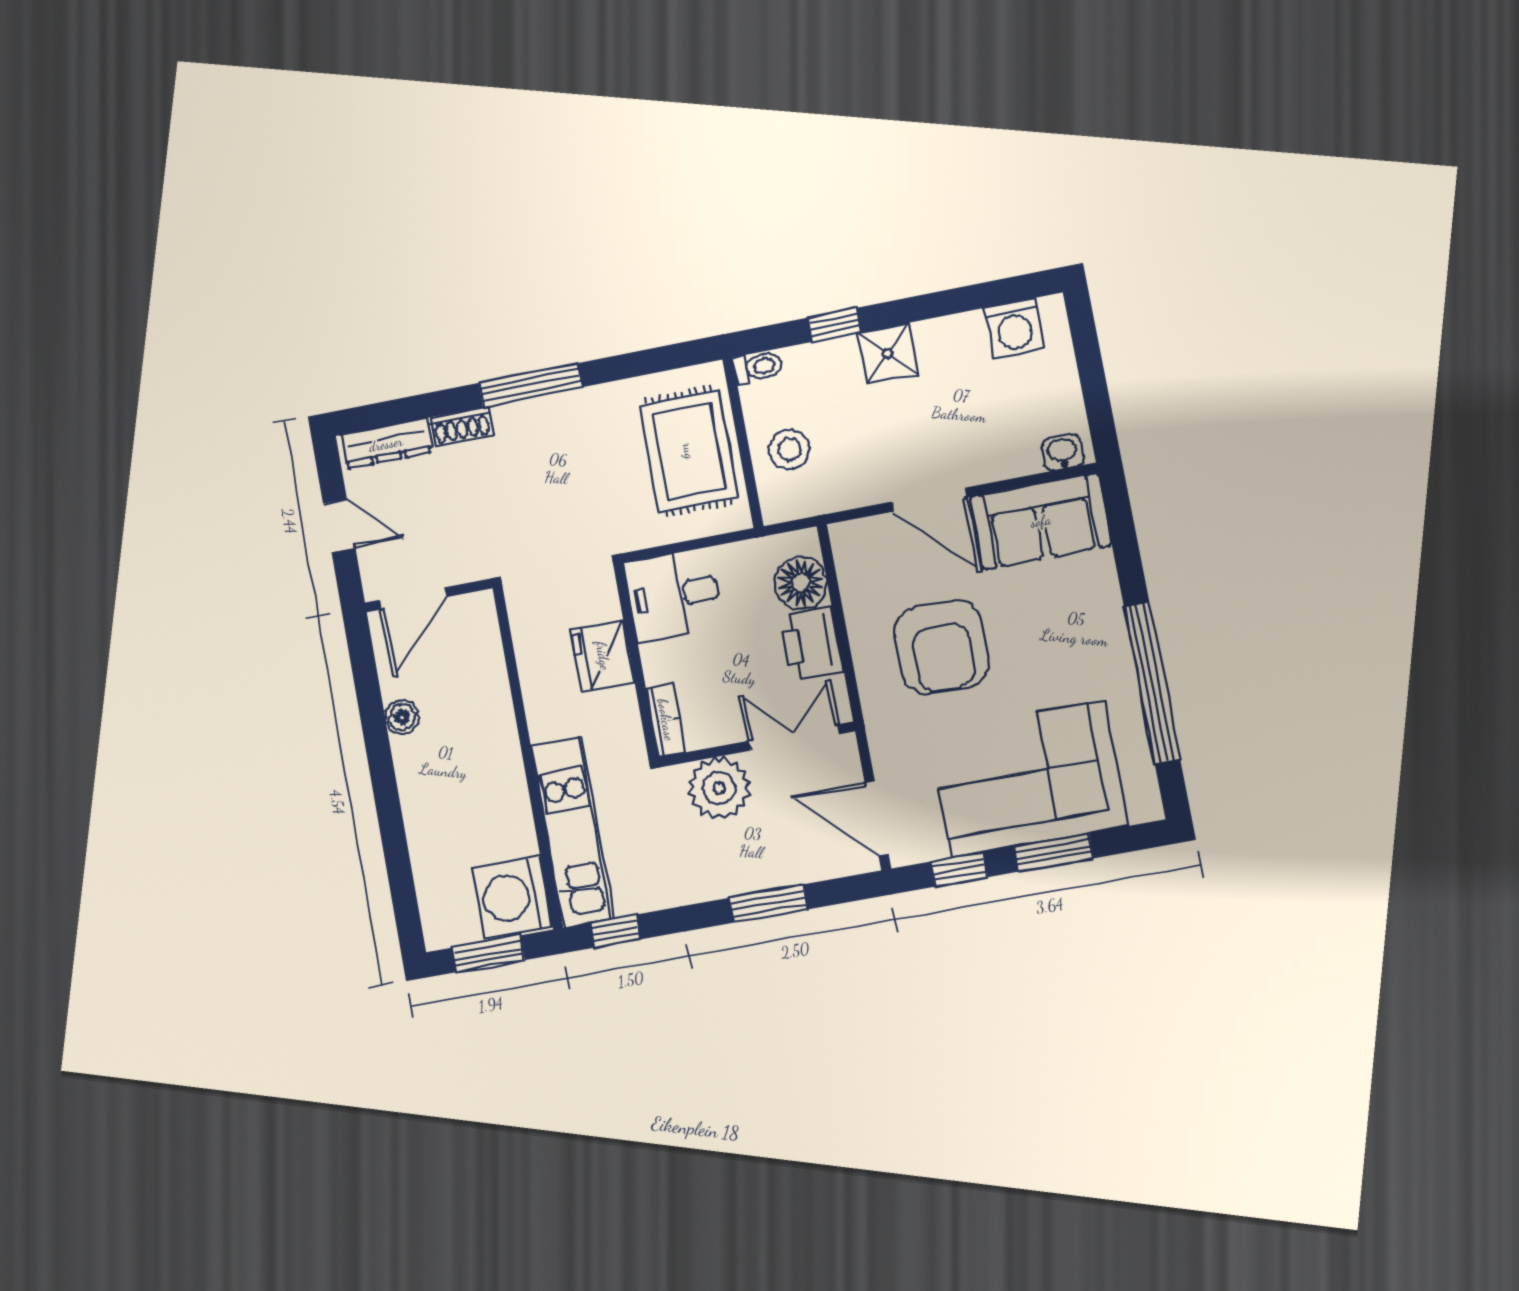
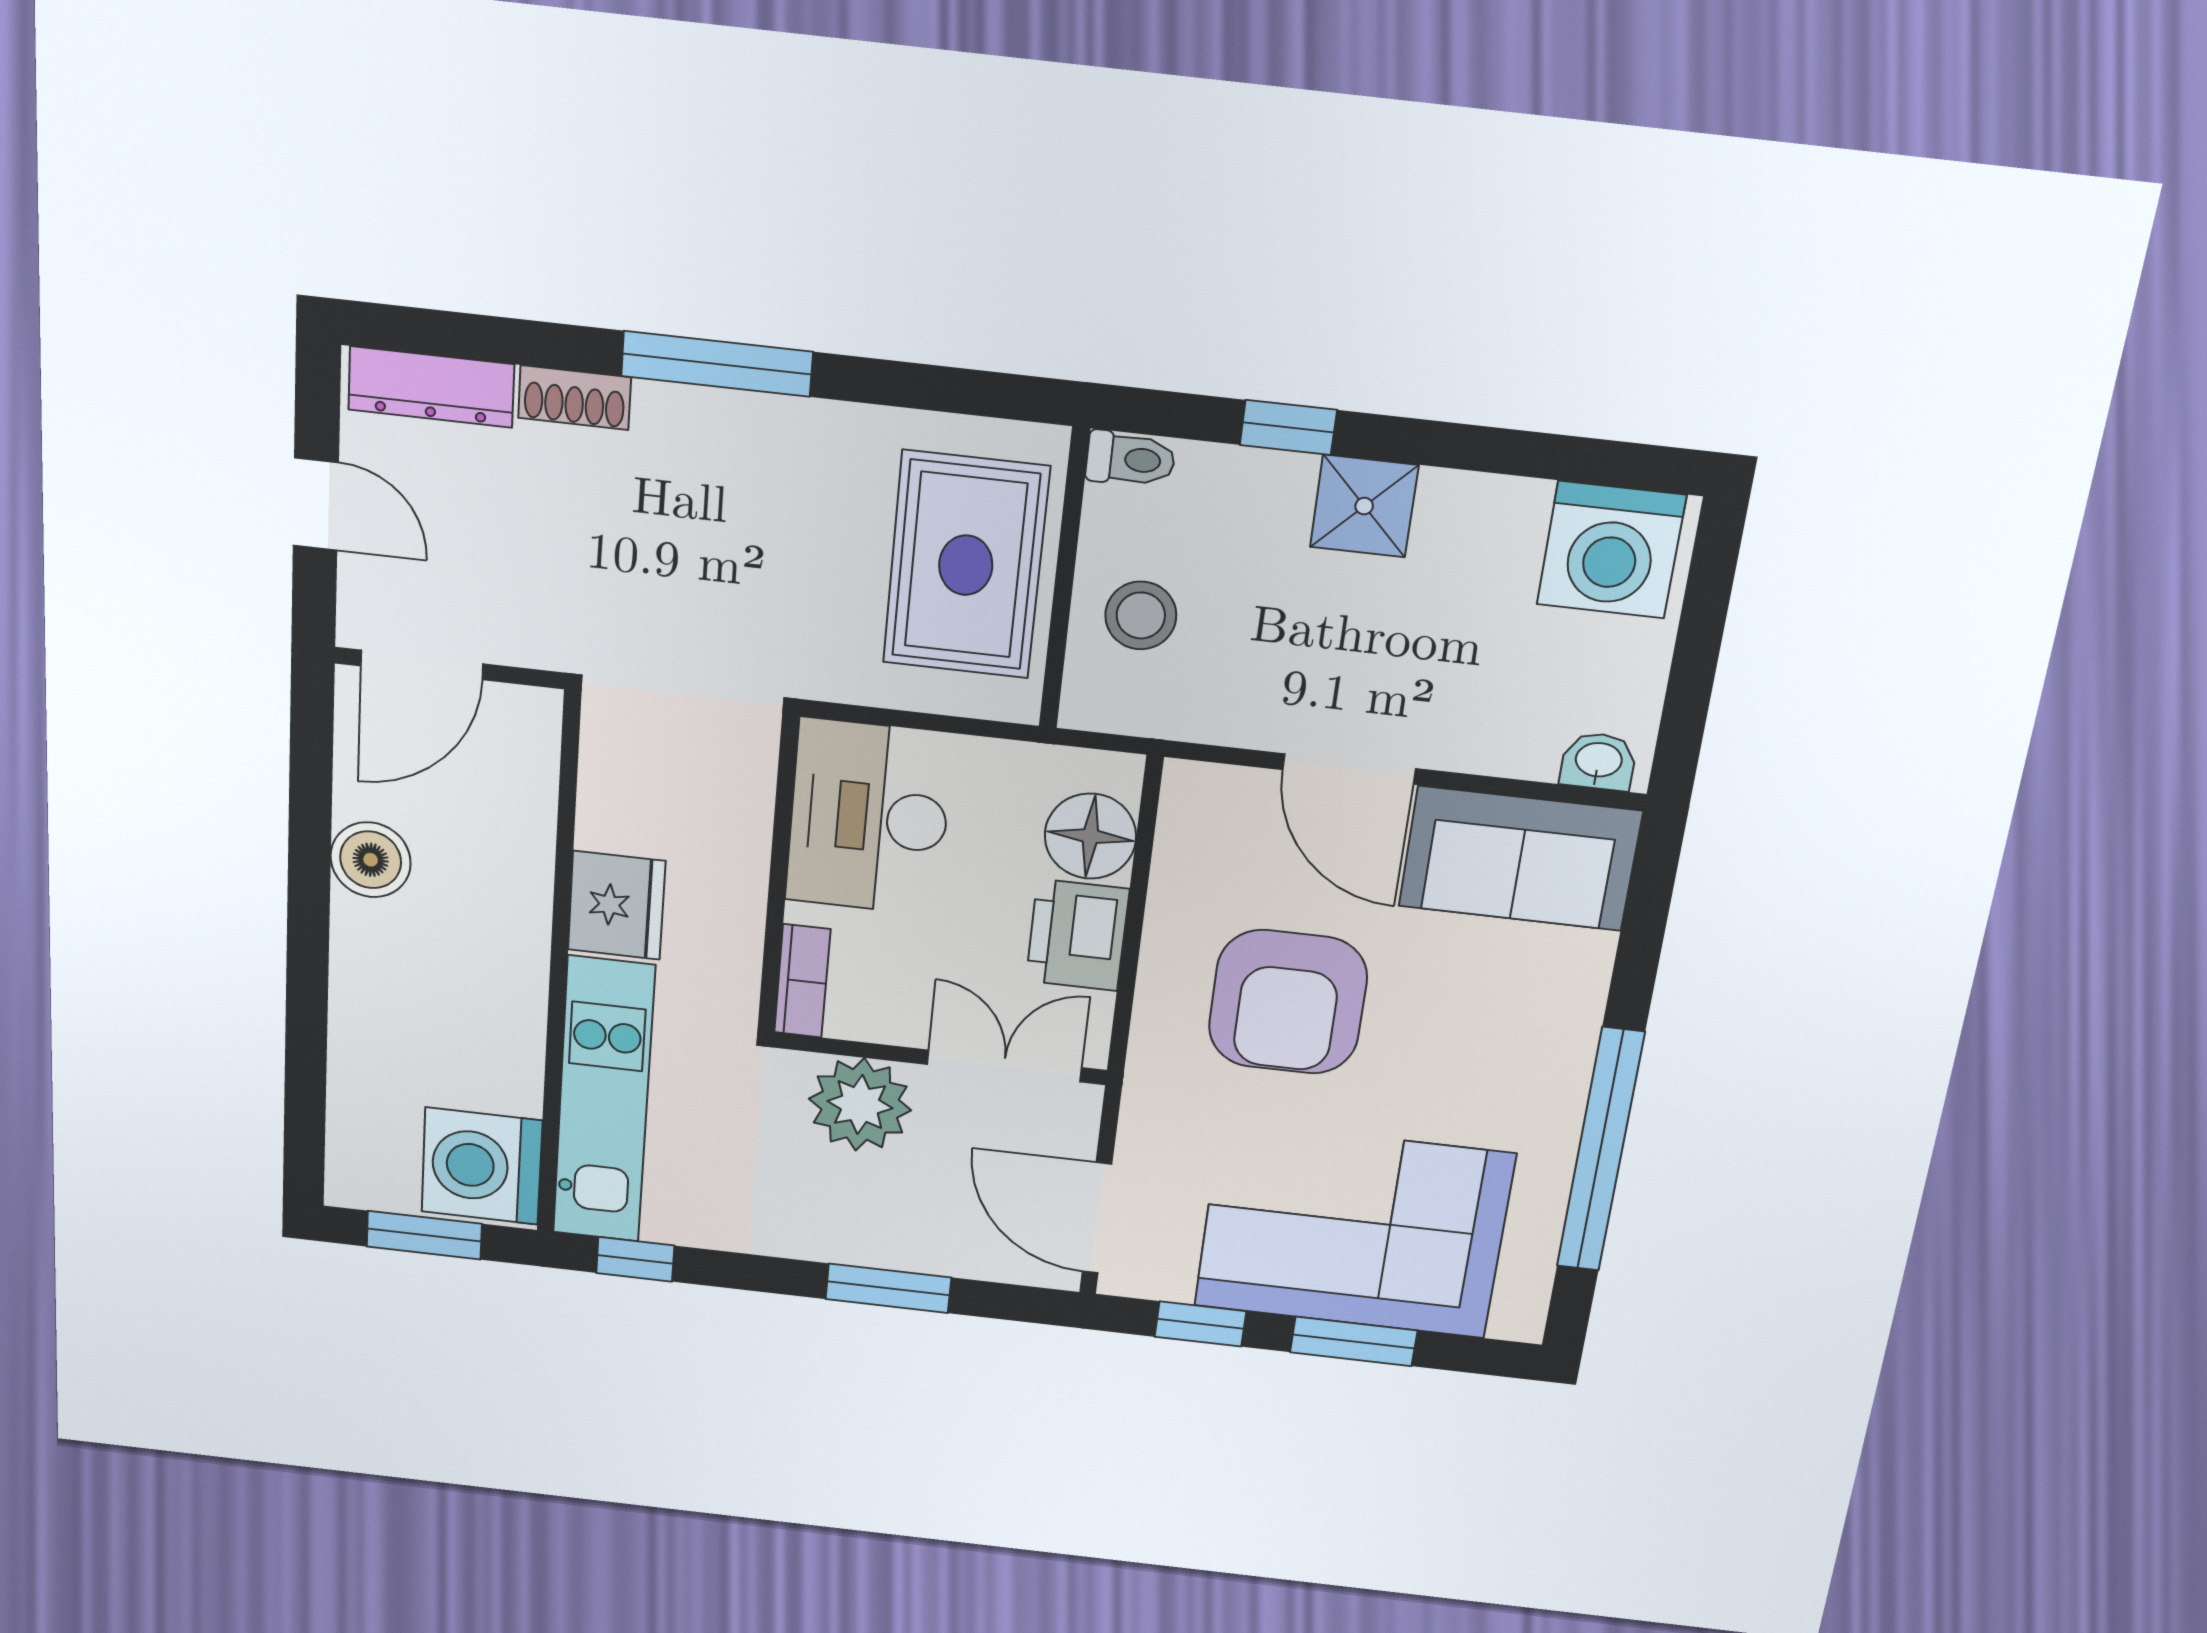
washing machine: (1014, 328) -> (1611, 550), width x1.37, depth x1.37
desk: (674, 595) -> (869, 817), width x1.37
fridge: (603, 656) -> (617, 905), moved, turned 180
boiler: (402, 717) -> (371, 860), width x1.36, depth x1.36

